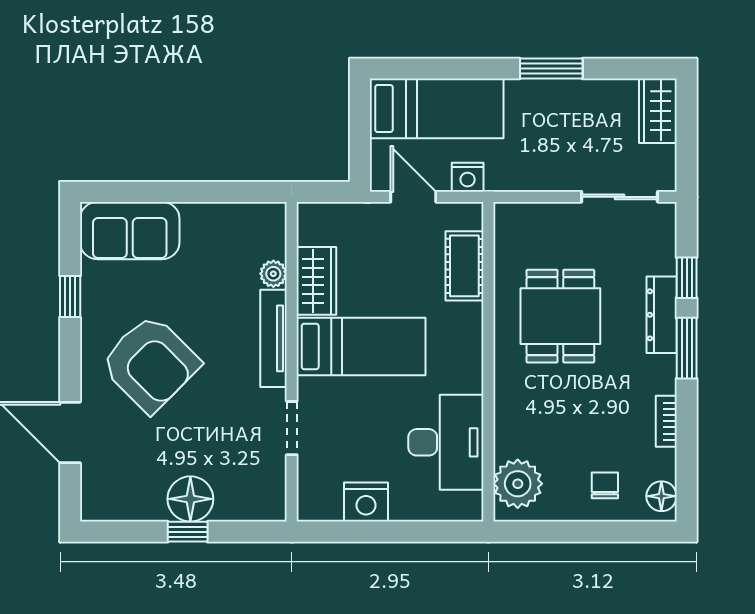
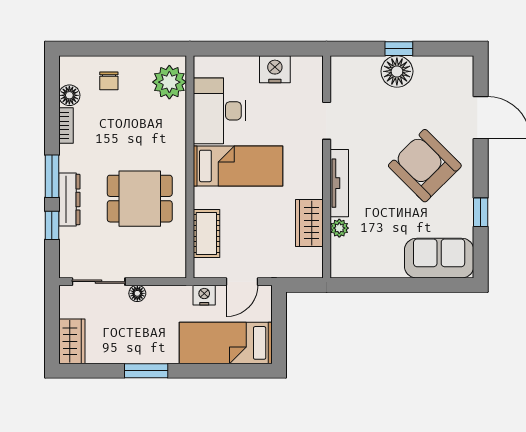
floor lamp: (564, 180) -> (137, 293), added
door: (413, 197) -> (242, 282), hinge flipped
dining table: (560, 316) -> (140, 199), turned 90
bed: (361, 346) -> (238, 166), moved, turned 180
floor lamp: (661, 496) -> (69, 95), moved

